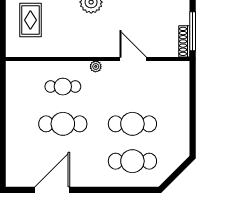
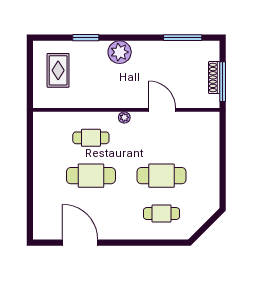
shoe rack: (184, 41) -> (214, 77), moved
cafe table: (132, 161) -> (161, 214), width x0.73, depth x0.74
door: (52, 190) -> (80, 243), hinge flipped

